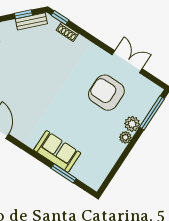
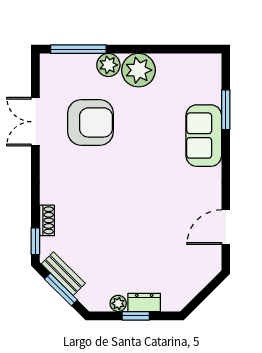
window: (23, 14) -> (61, 289), width x1.50
armchair: (106, 93) -> (91, 122), turned -90
plant: (125, 137) -> (138, 70), width x1.88, depth x1.88

